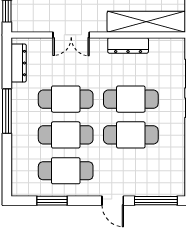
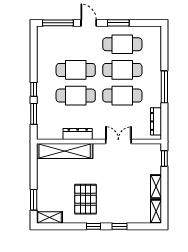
window: (52, 201) -> (118, 23), moved

